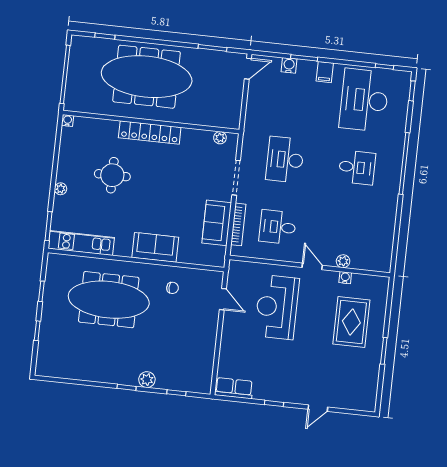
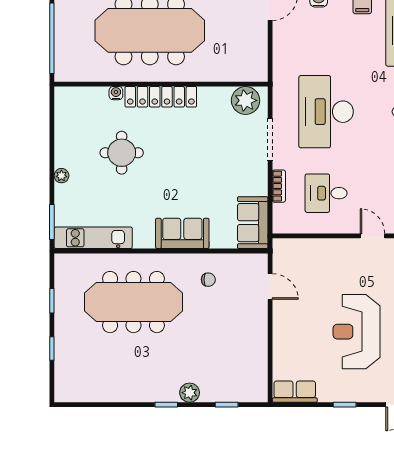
water cooler: (68, 121) -> (116, 93), moved
plant: (220, 138) -> (246, 100), width x1.88, depth x1.88
desk: (285, 160) -> (326, 112), width x1.36, depth x1.30
sofa: (217, 223) -> (253, 223), moved
bookcase: (238, 224) -> (279, 186), width x0.64
reception desk: (277, 307) -> (356, 332), moved

